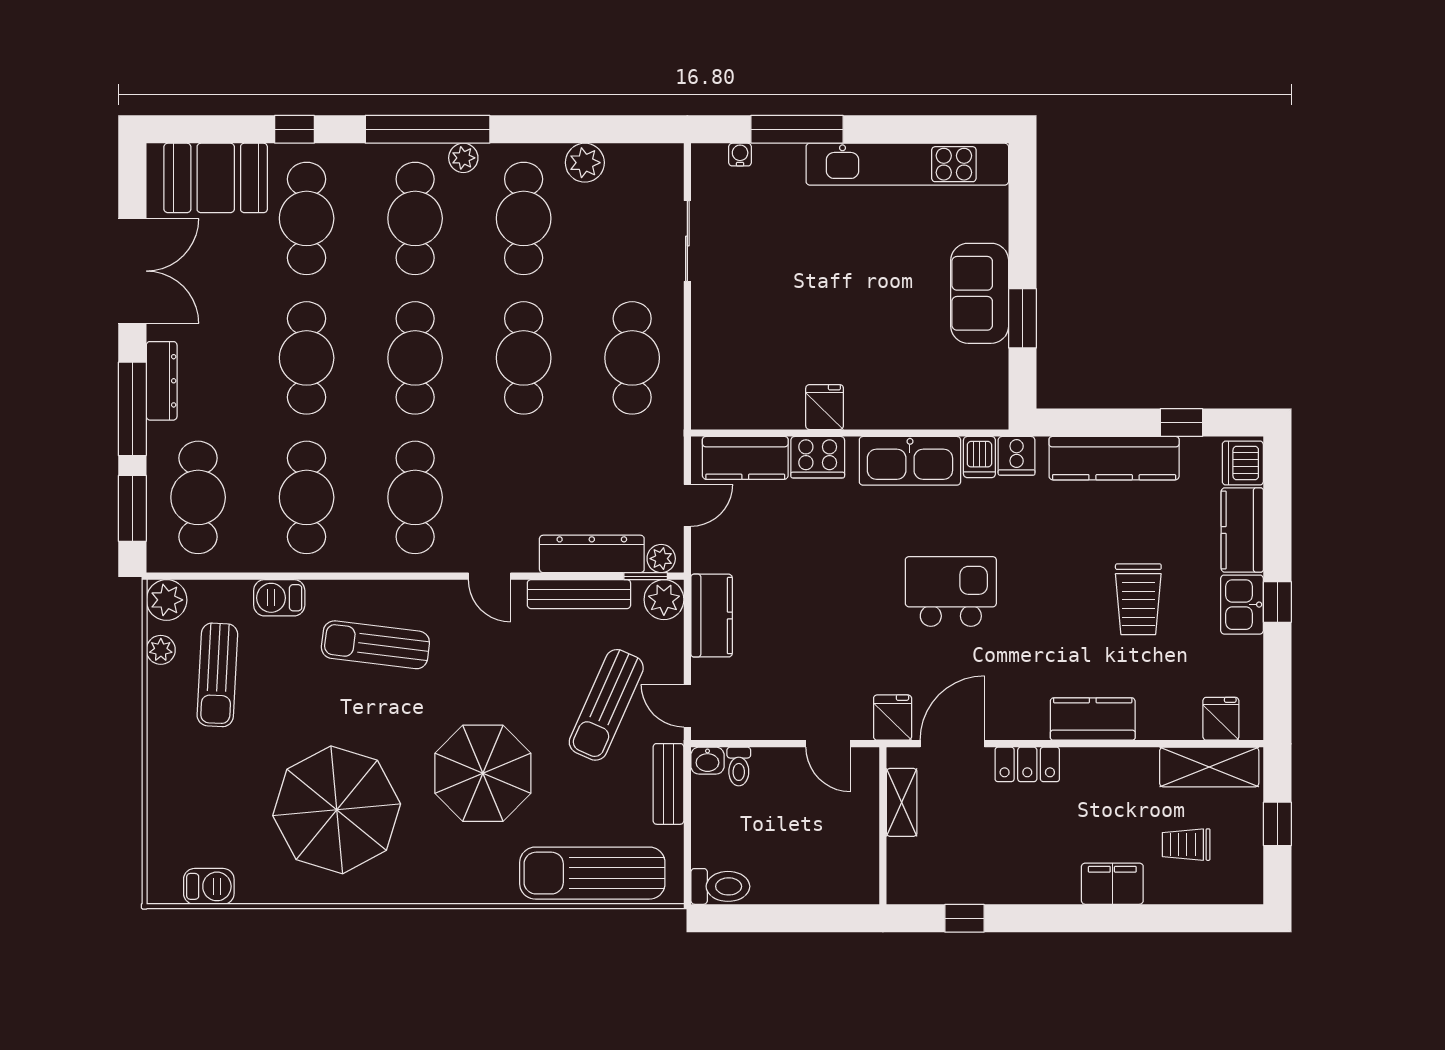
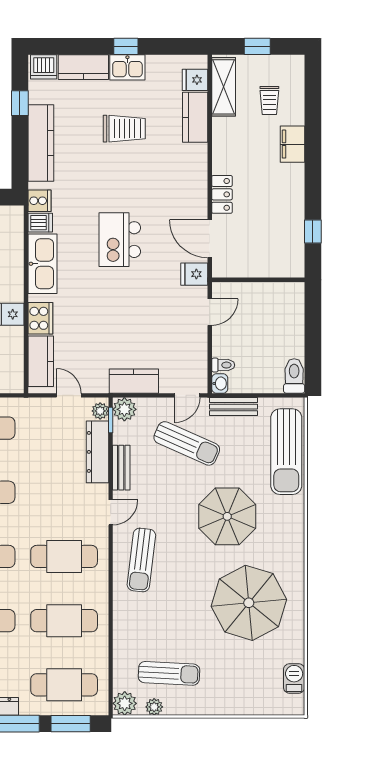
bench: (579, 594) -> (121, 468), width x0.73
barbecue: (279, 598) -> (123, 637), removed
sun lounger: (375, 645) -> (141, 560), moved
kitchen counter: (1093, 719) -> (195, 117), moved
shelving: (902, 802) -> (244, 269), removed

